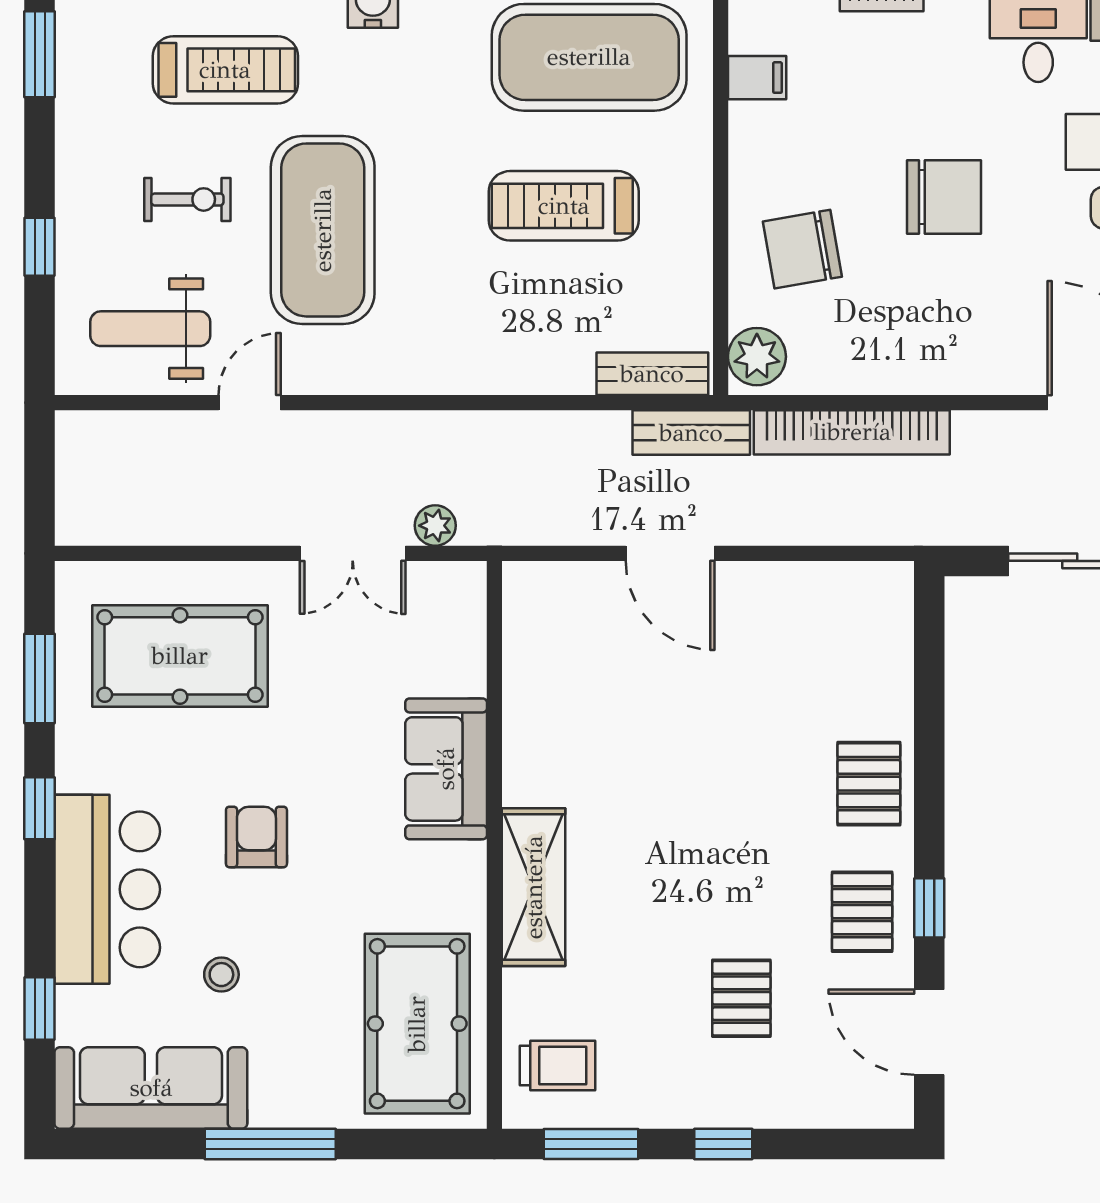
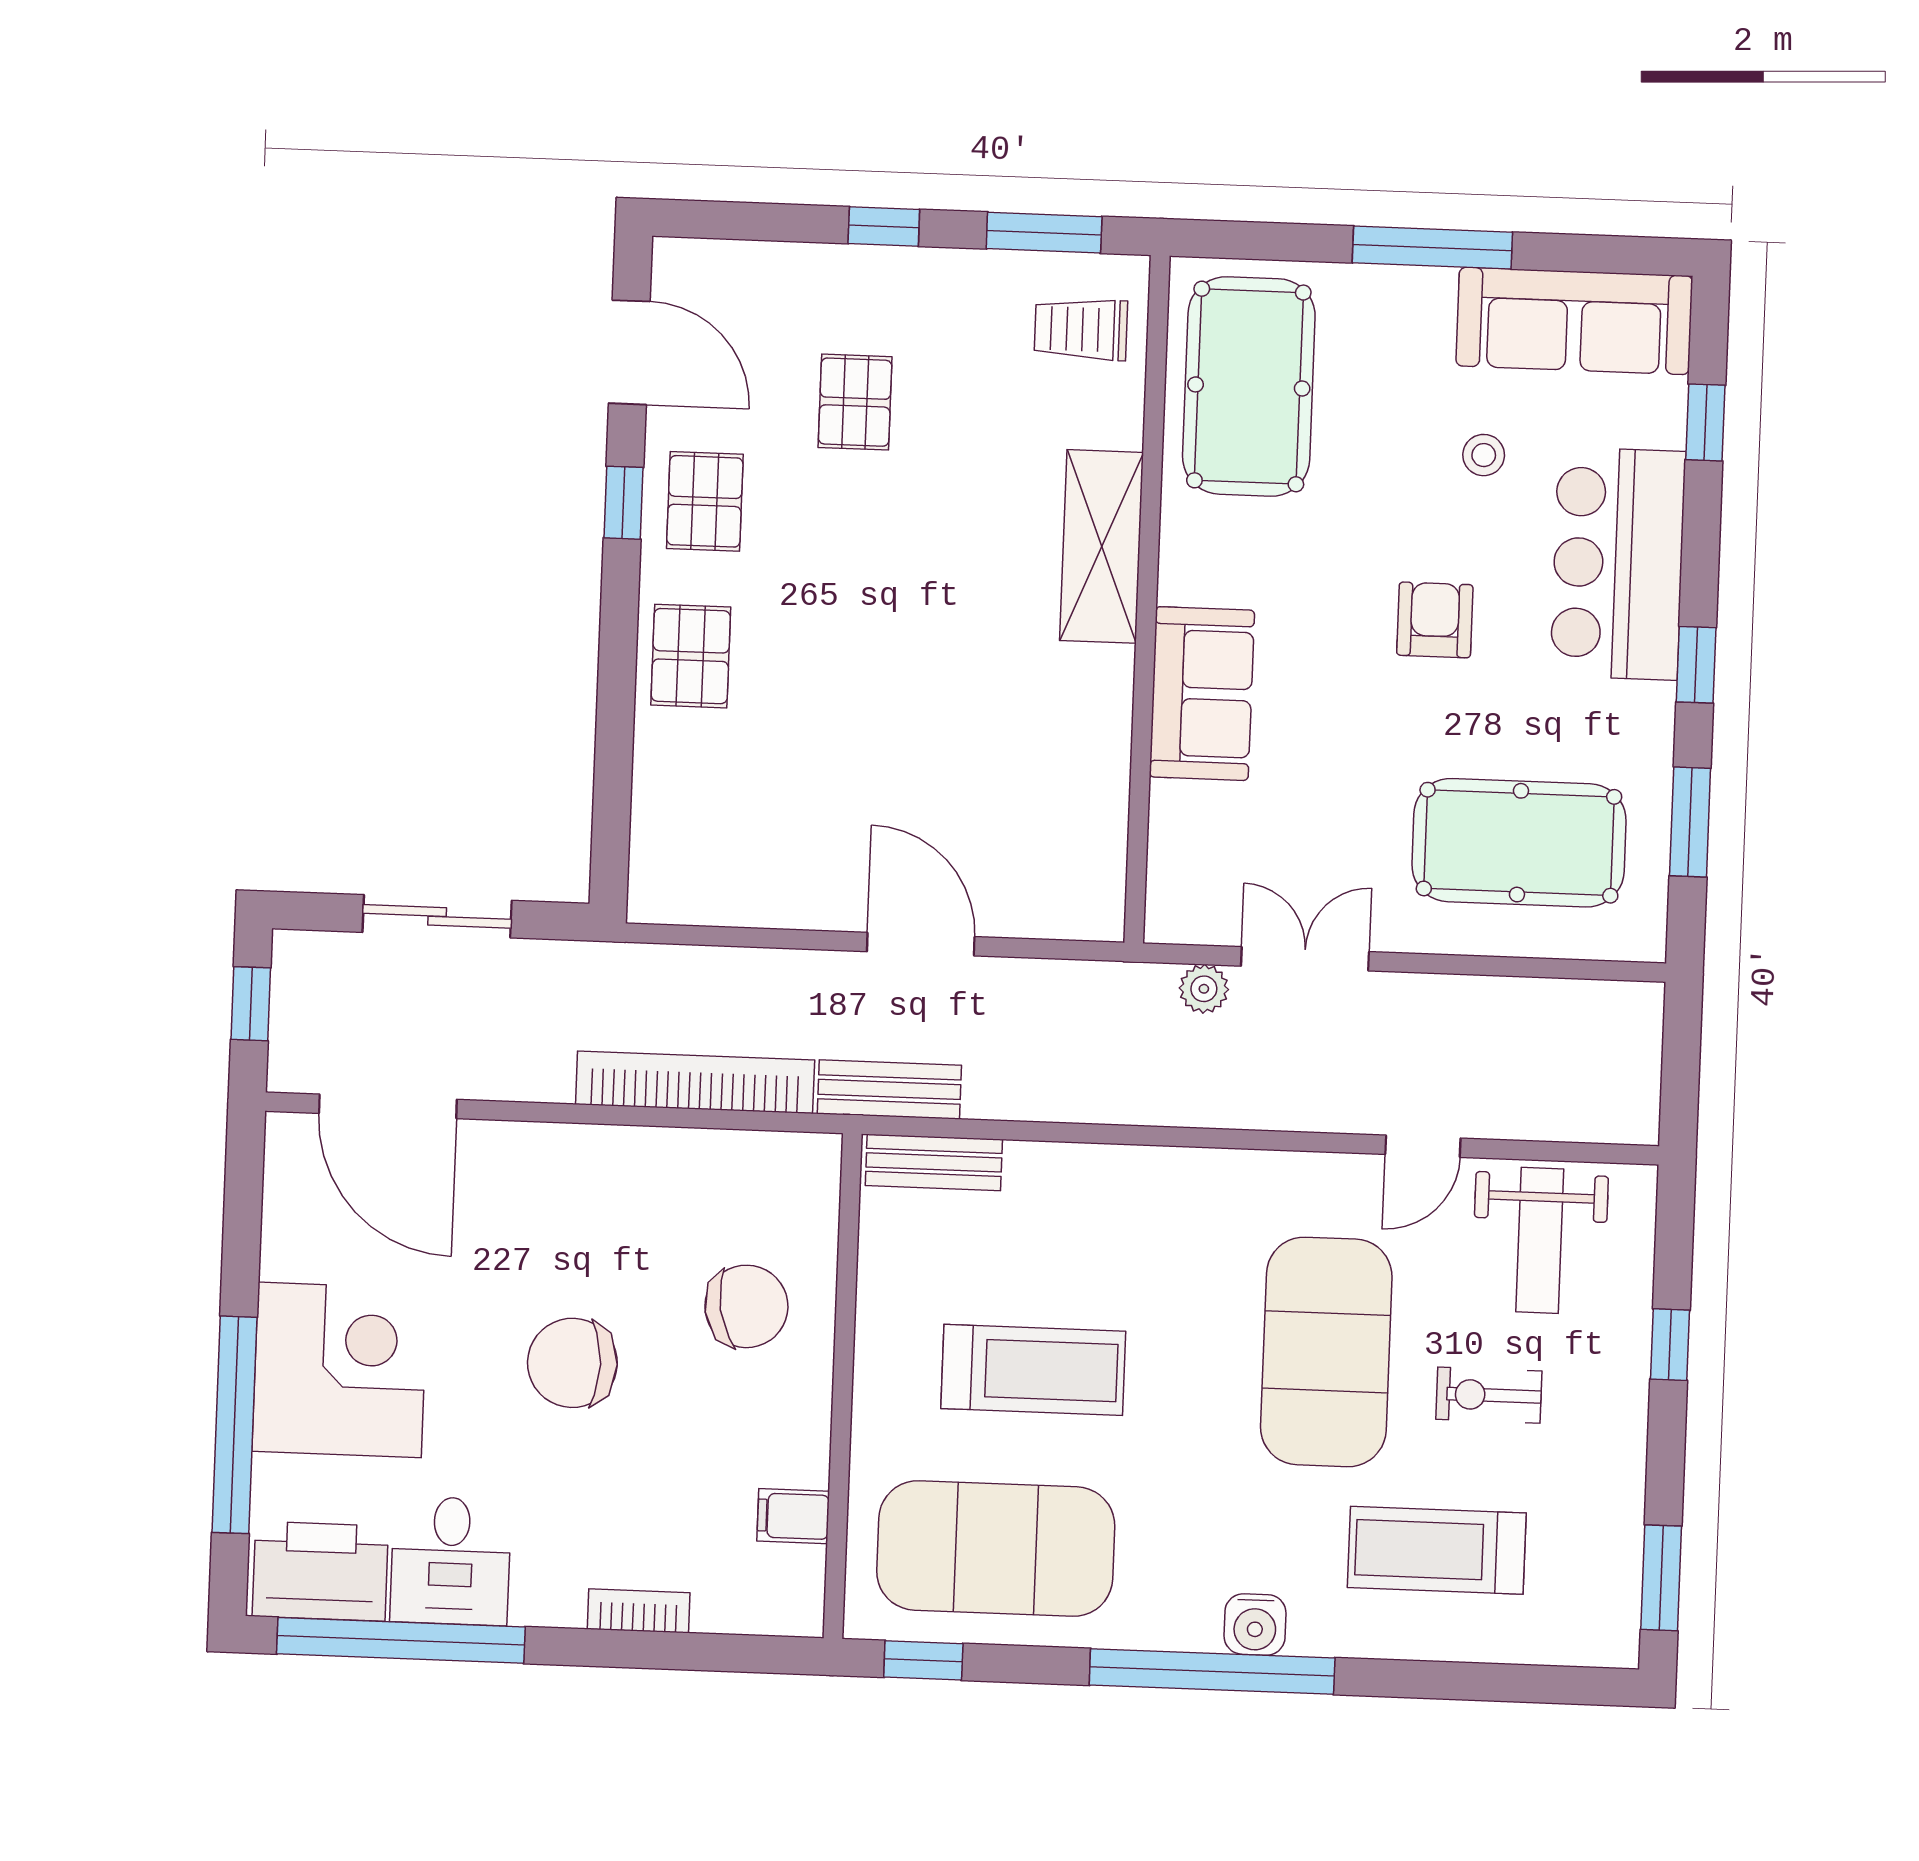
weight bench: (150, 329) -> (1540, 1240), turned 90
plant: (757, 357) -> (806, 1178), removed
armchair: (256, 837) -> (1435, 620), turned 180

